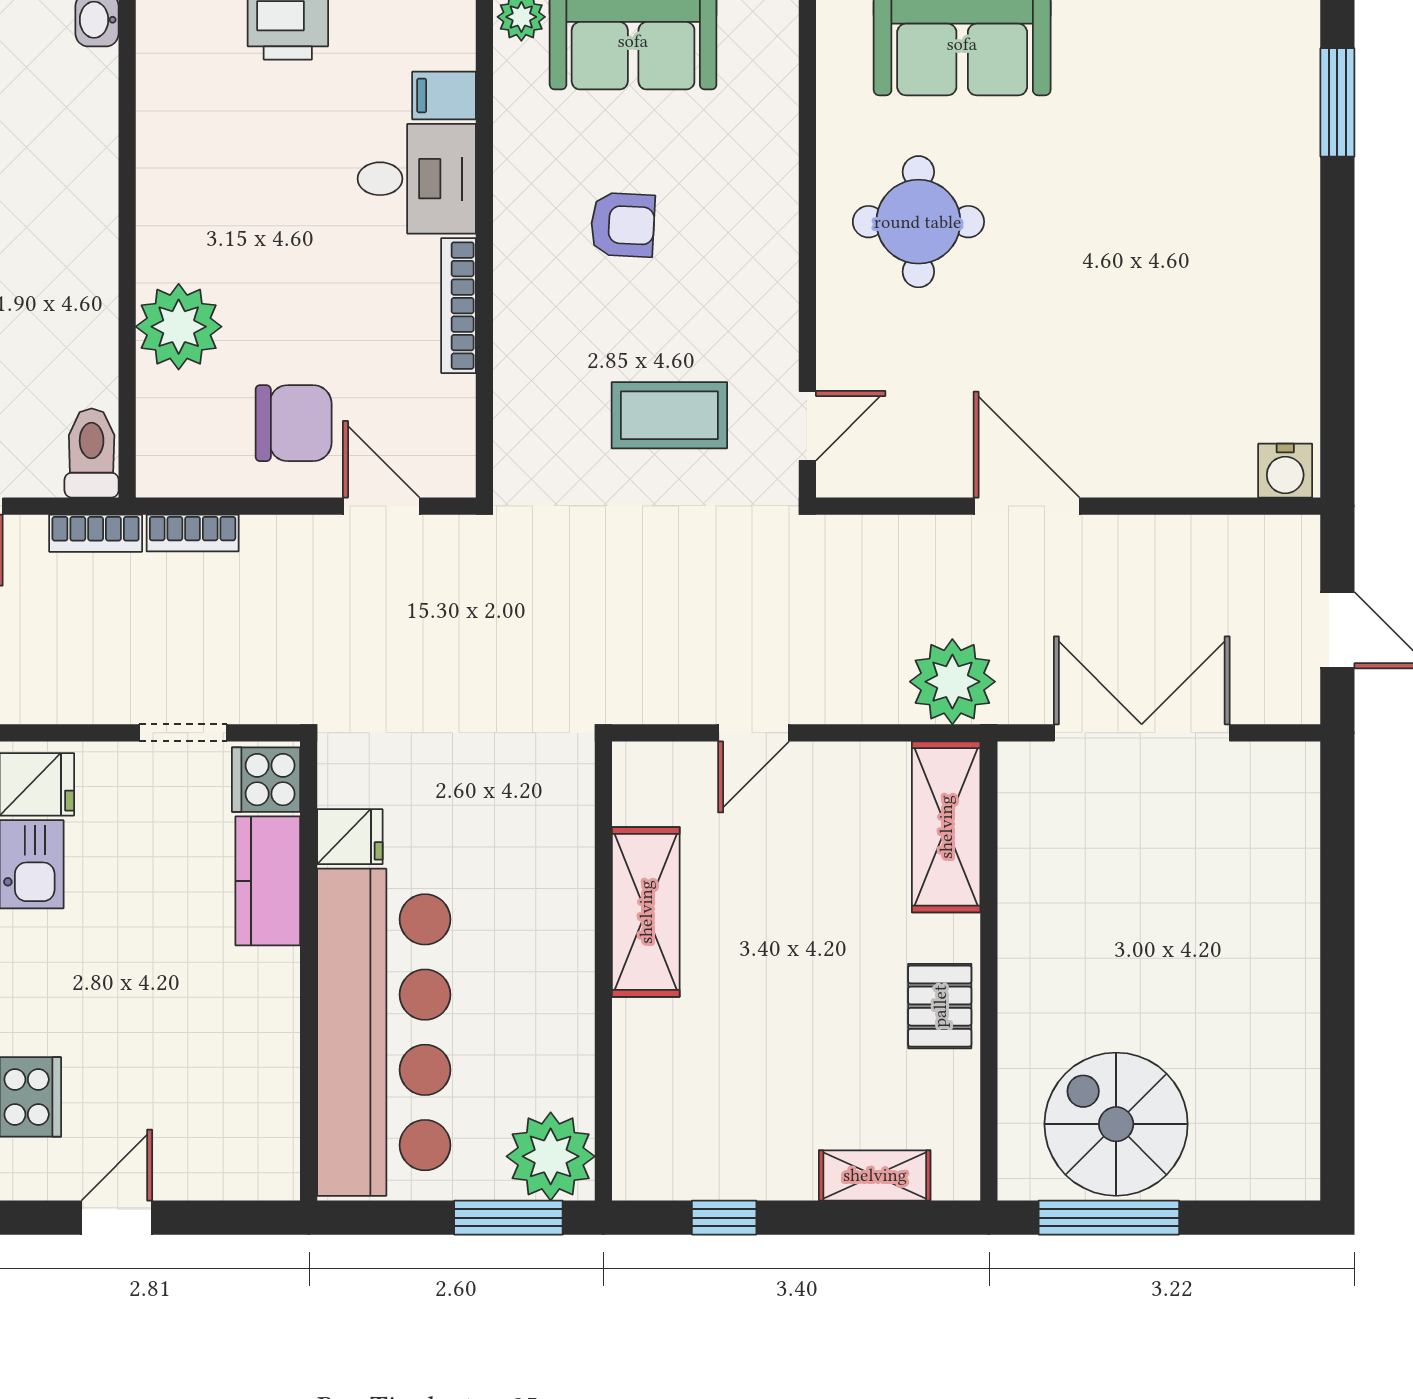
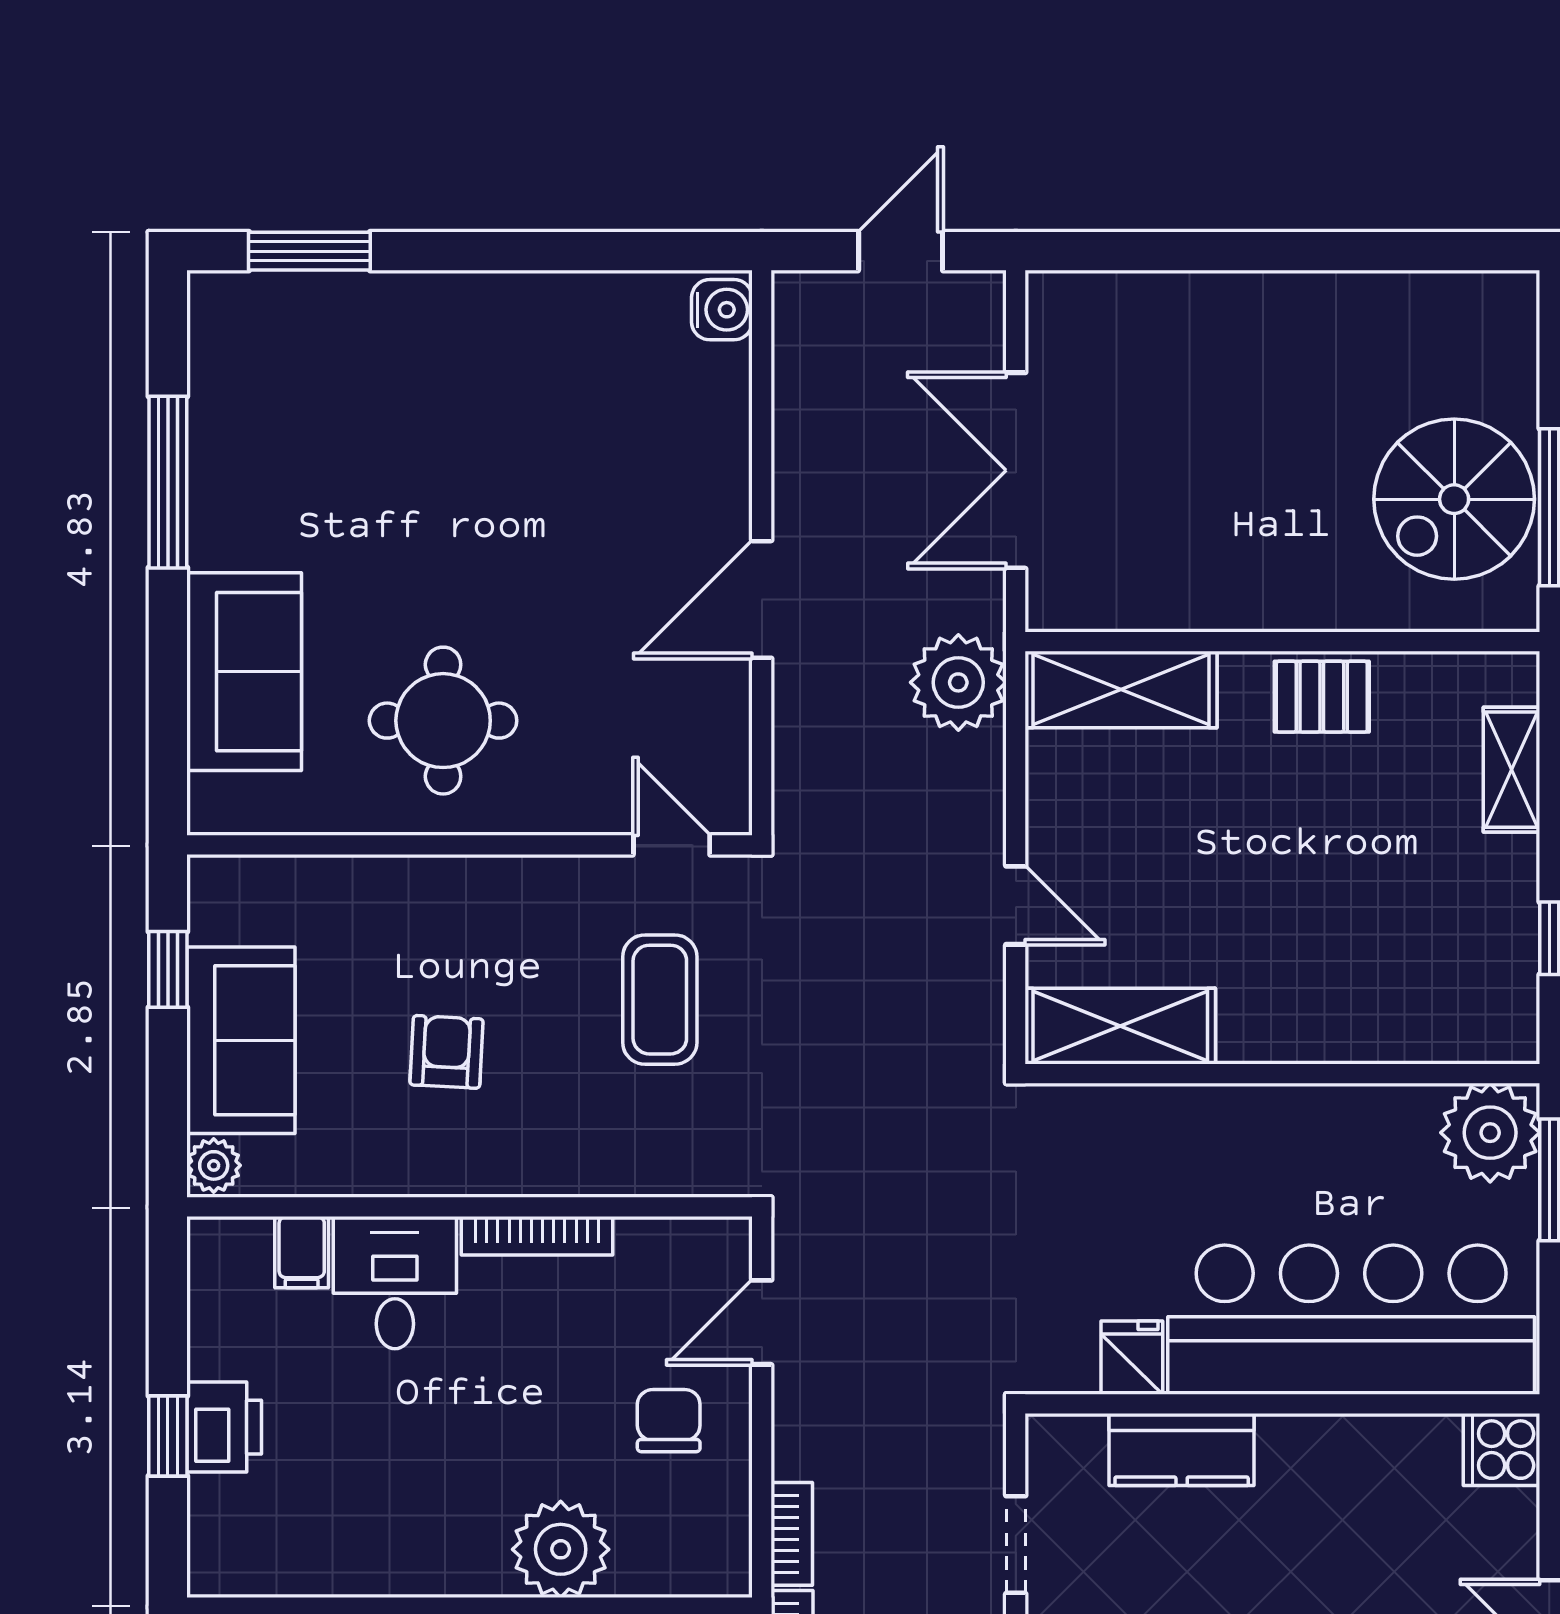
chair: (294, 423) -> (669, 1421), width x0.73, depth x0.73
cooker: (266, 780) -> (1502, 1450), moved, turned 90
shelving: (646, 912) -> (1120, 1026), moved

